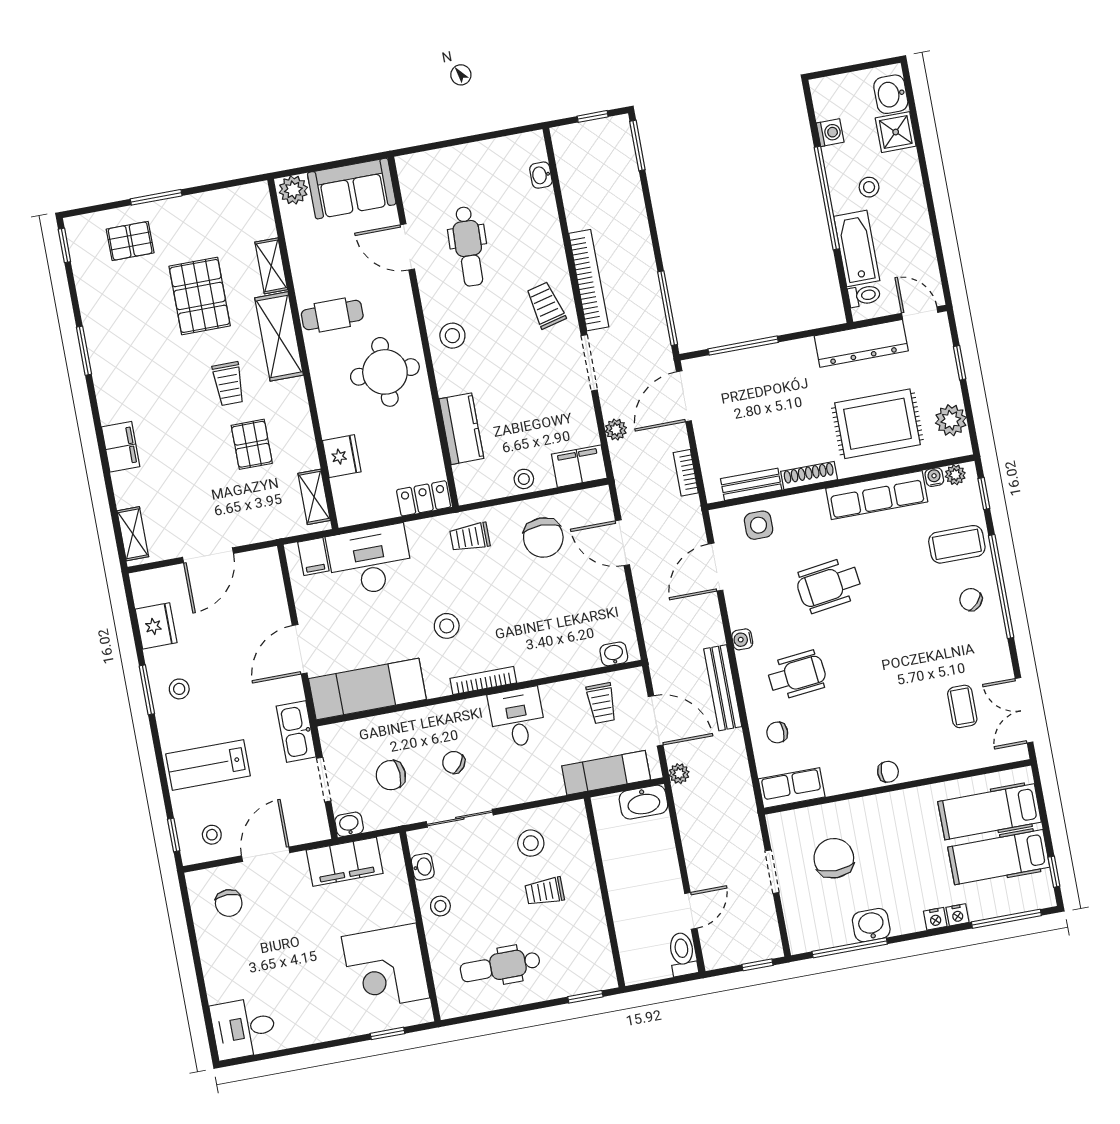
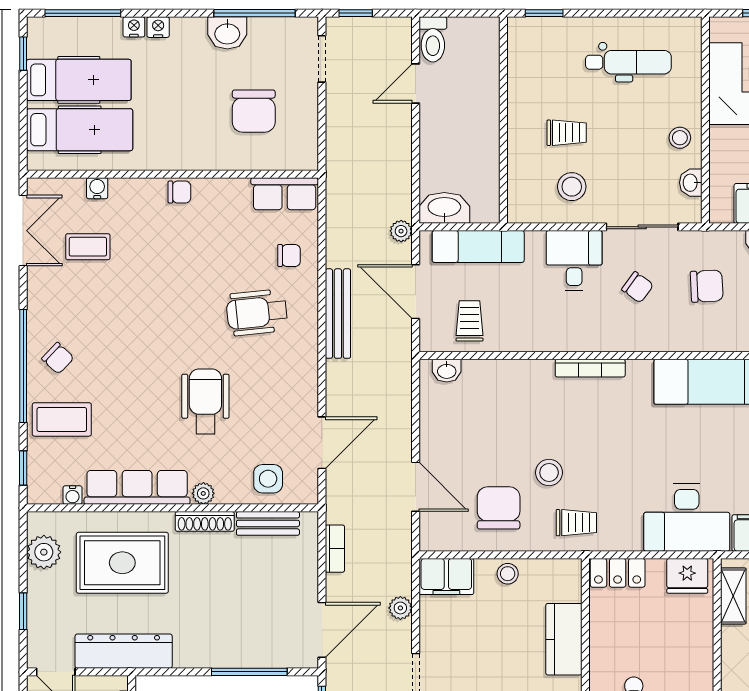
fridge: (342, 456) -> (687, 576), moved, turned -90
plant: (955, 475) -> (203, 493), moved
wheelchair: (829, 585) -> (205, 401), turned -82
stool: (447, 626) -> (549, 473), moved
water cooler: (742, 639) -> (97, 188), moved, turned -90
coffee table: (962, 706) -> (88, 247), turned 90
desk: (517, 718) -> (574, 260), moved, turned 180
chair: (888, 772) -> (179, 192), turned 180
doorway: (772, 872) -> (322, 59), moved

